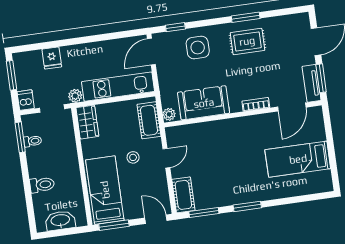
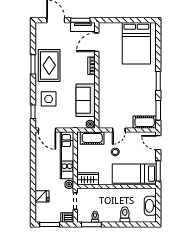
rug: (247, 41) -> (49, 65), width x1.36, depth x1.43
door: (292, 107) -> (97, 42), swing flipped
door: (166, 158) -> (119, 130), swing flipped
bed: (298, 159) -> (136, 43), width x1.50
door: (156, 219) -> (158, 143), hinge flipped

